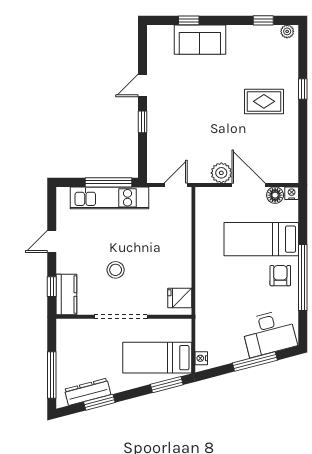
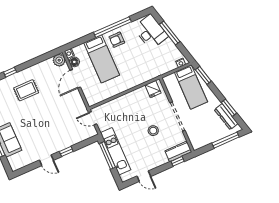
rug: (264, 101) -> (26, 90), turned 90
plant: (221, 173) -> (59, 60), moved
door: (52, 241) -> (144, 176), moved

